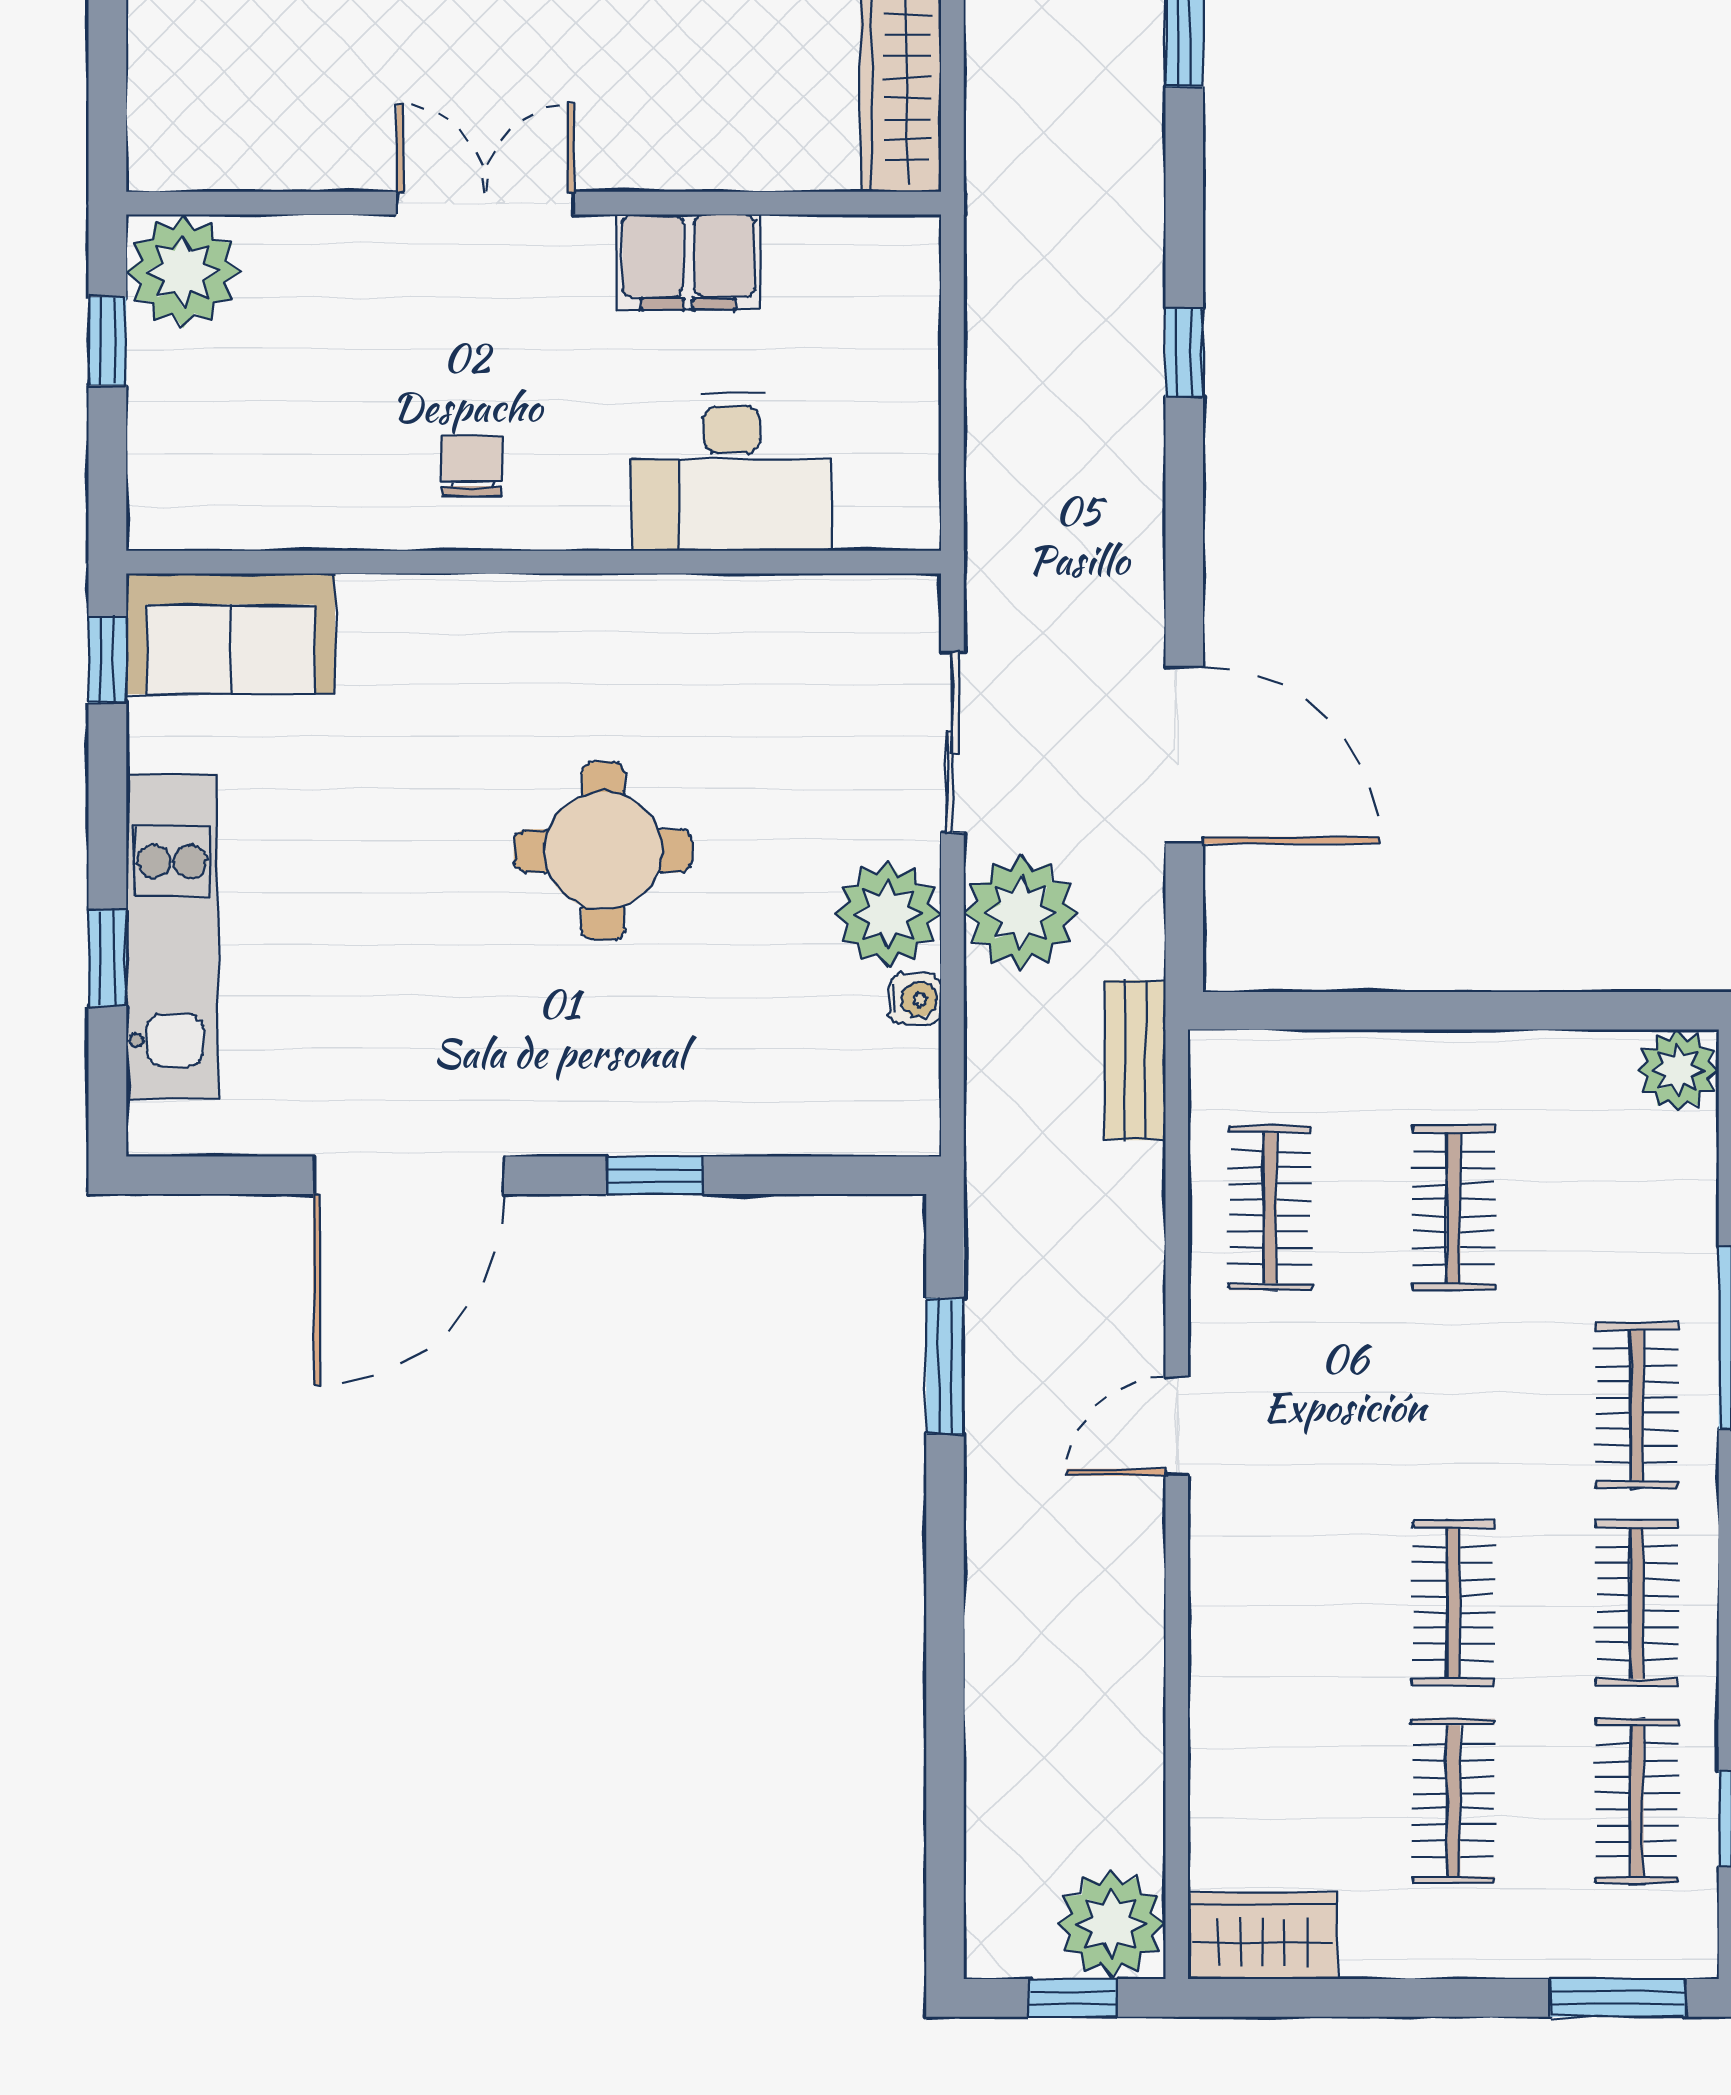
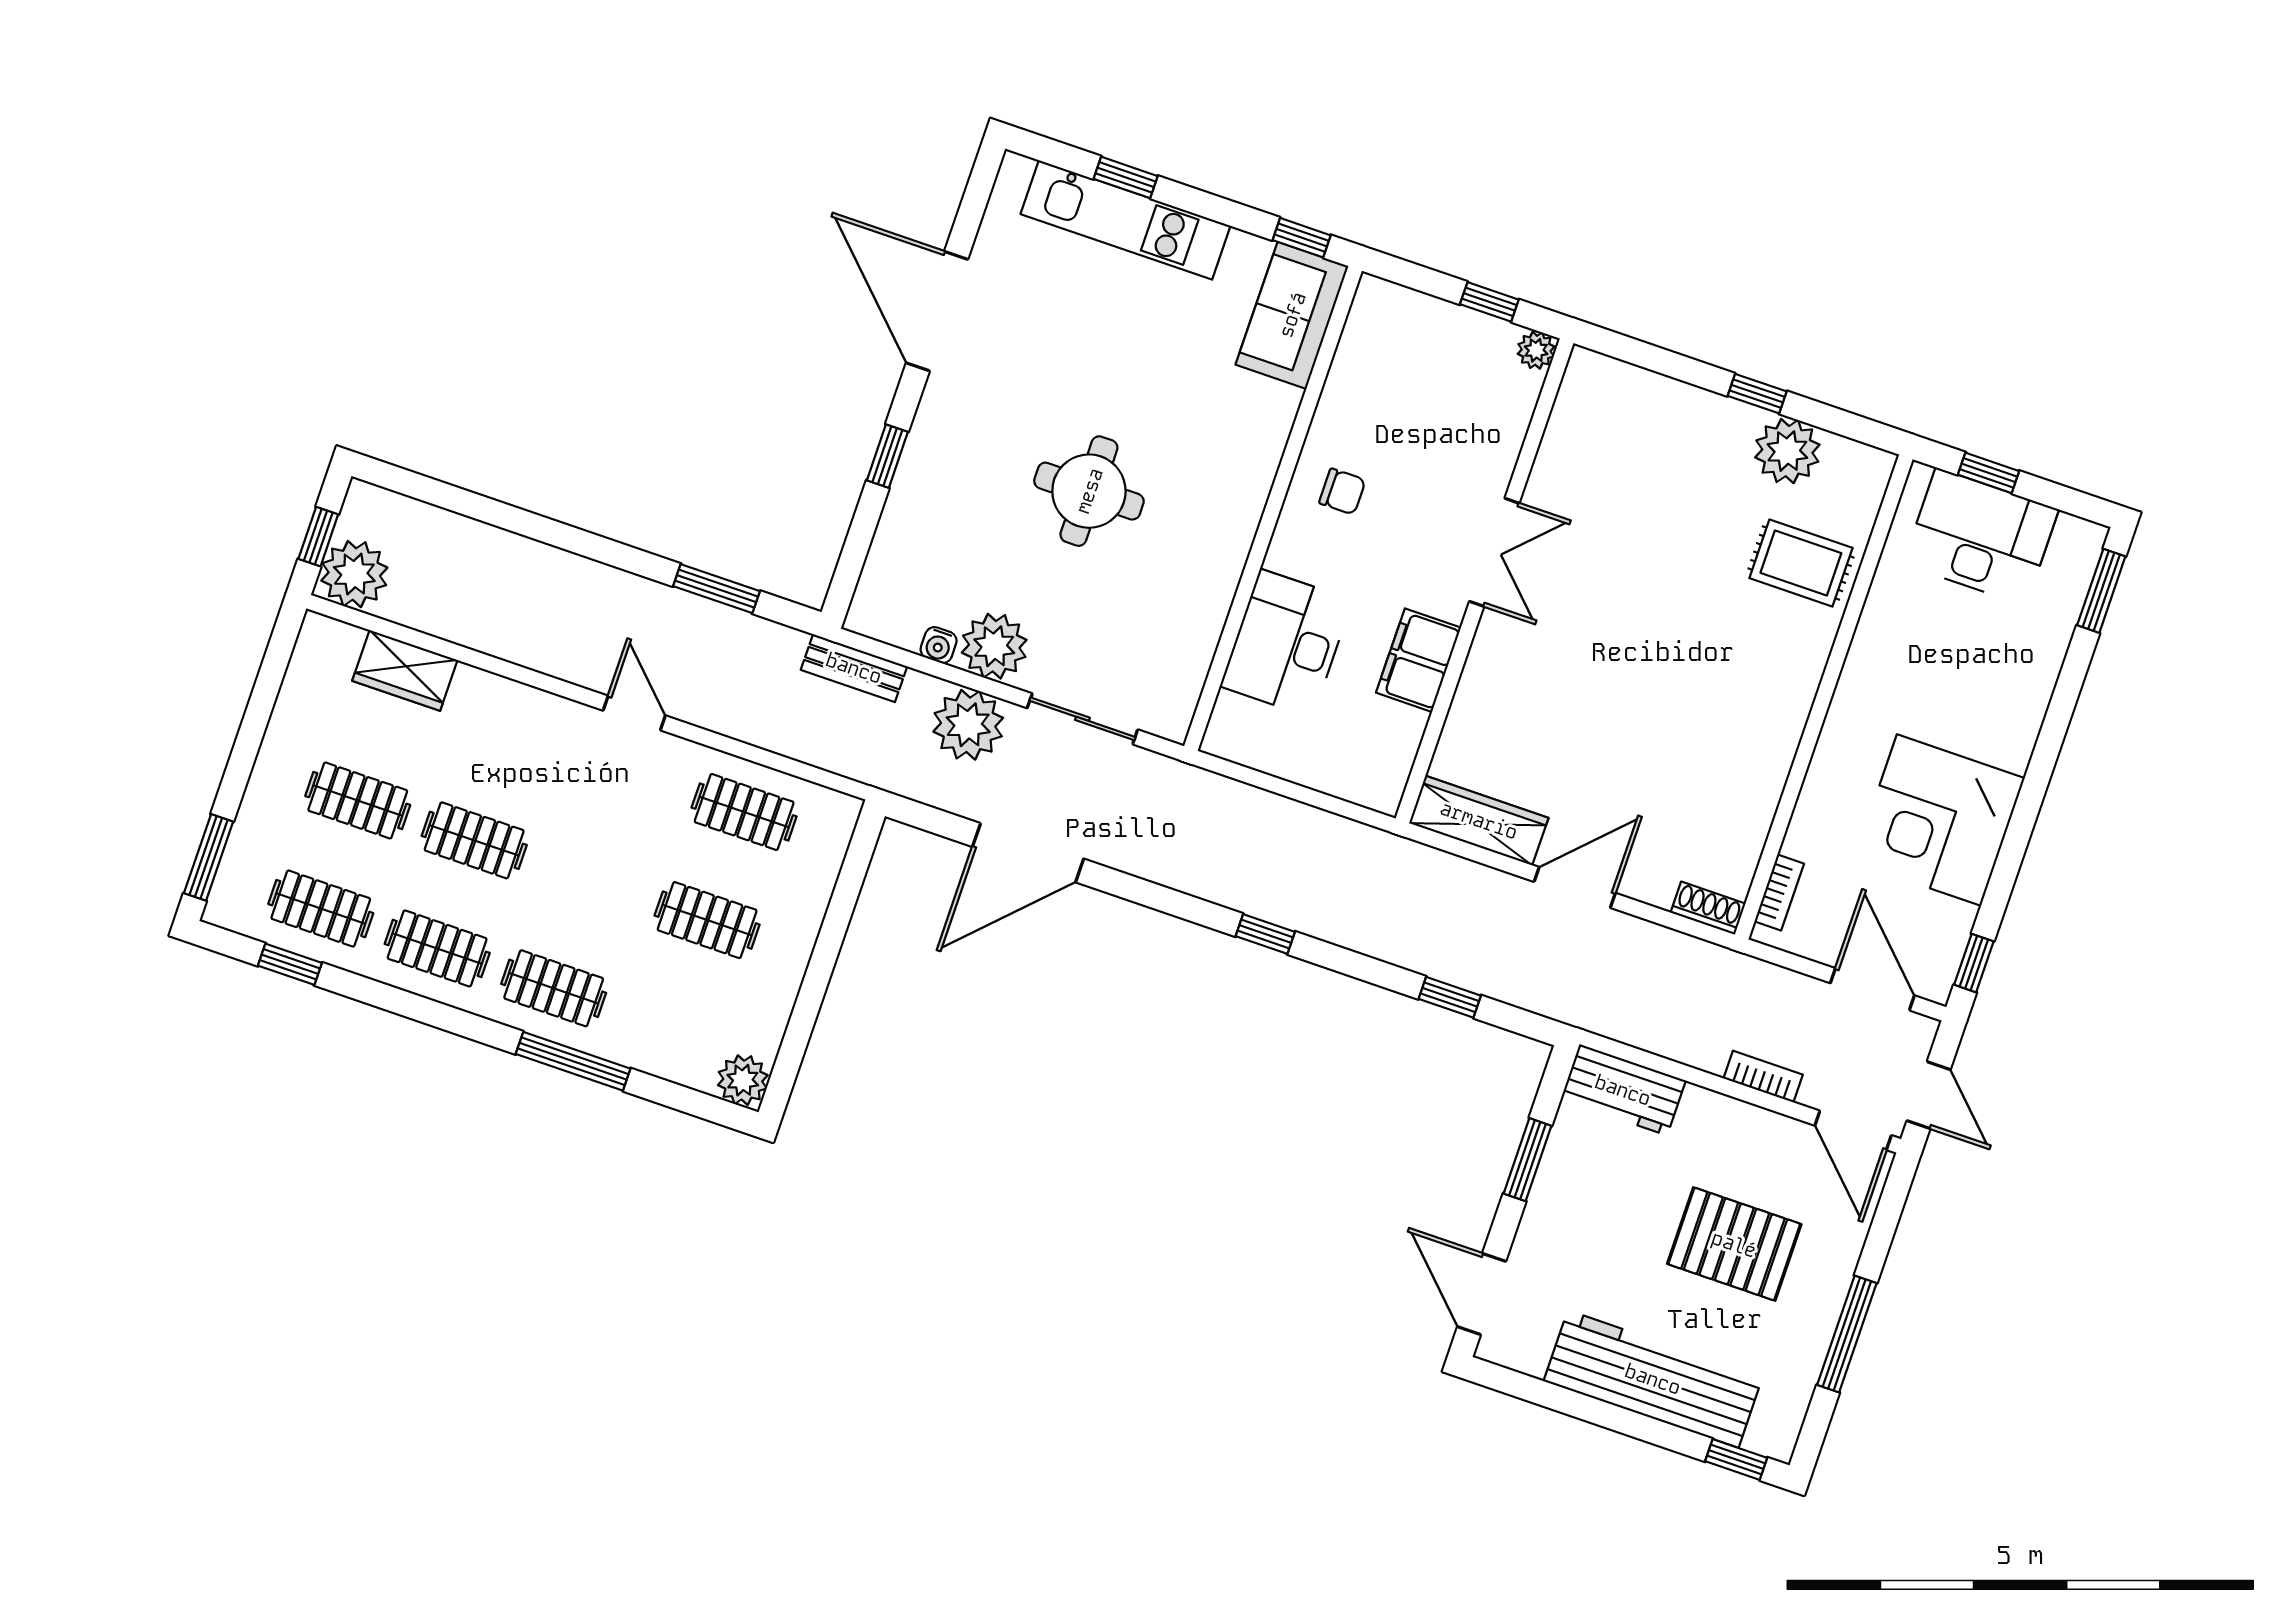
plant: (183, 271) -> (1536, 350), width x0.53, depth x0.53
bench: (1135, 1060) -> (854, 668), moved
wardrobe: (1263, 1936) -> (405, 670), moved, turned 90

